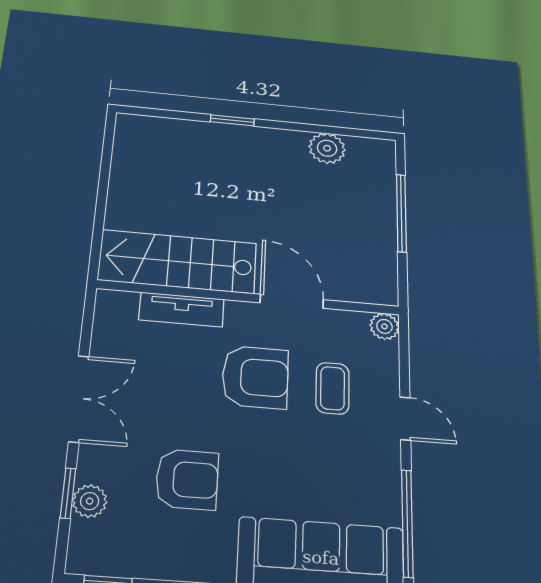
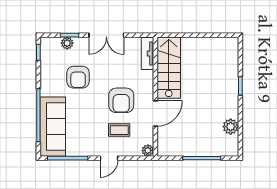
tv unit: (182, 309) -> (148, 54), moved

